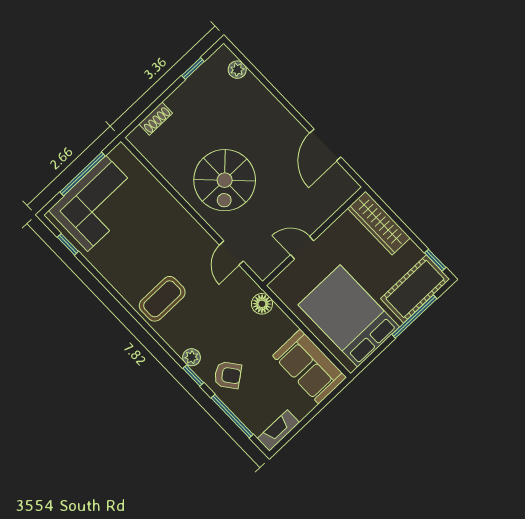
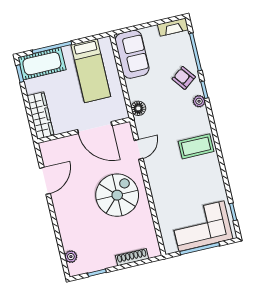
shoe rack: (156, 119) -> (132, 257), width x1.43
door: (302, 248) -> (95, 128), width x1.88
bed: (349, 316) -> (91, 71), width x0.67

